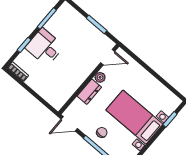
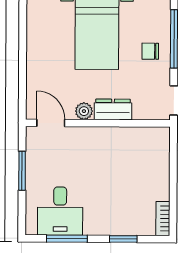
desk: (45, 47) -> (60, 211), moved

